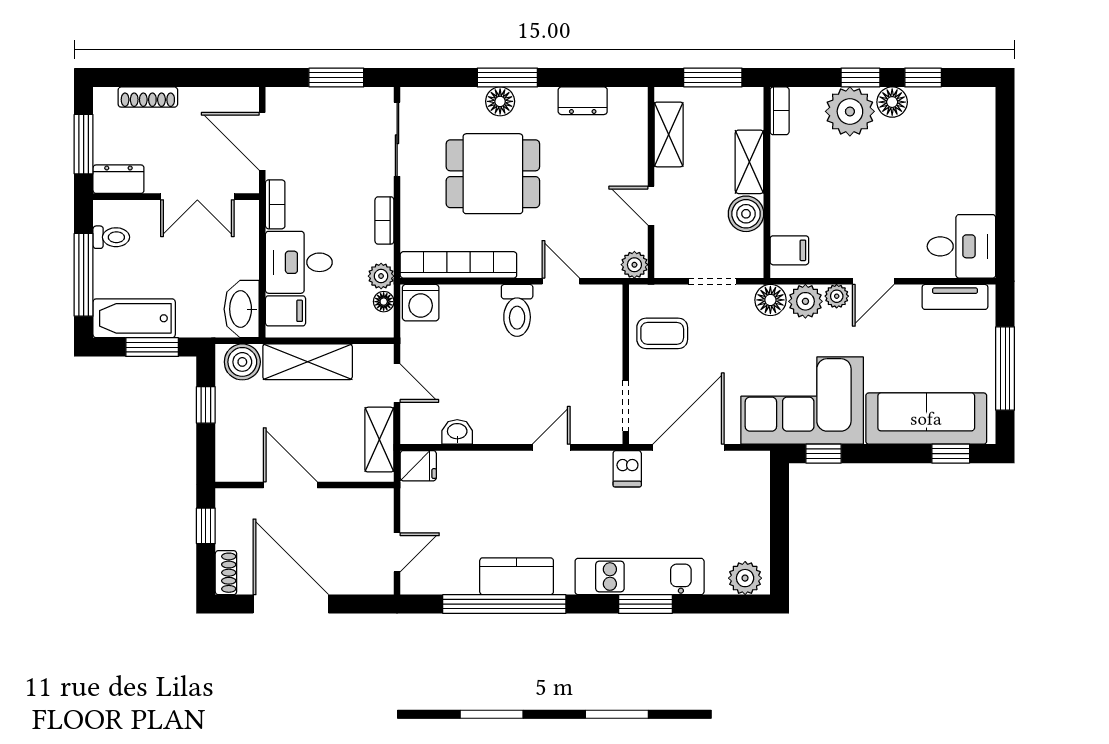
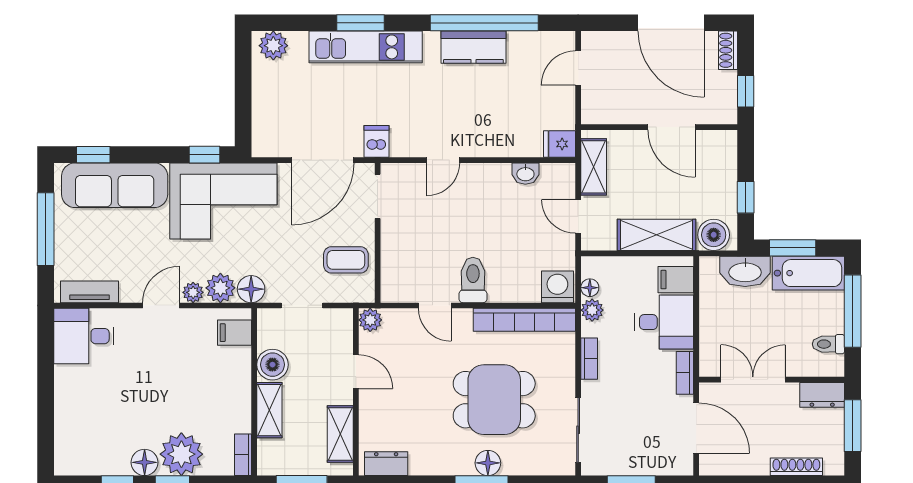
dresser: (583, 101) -> (386, 464), moved
washbasin: (242, 309) -> (745, 271), moved, turned 90

